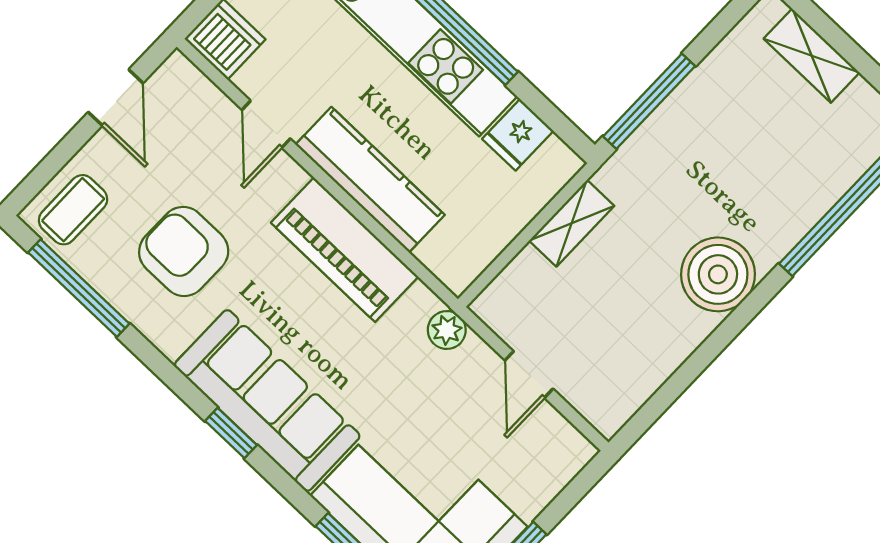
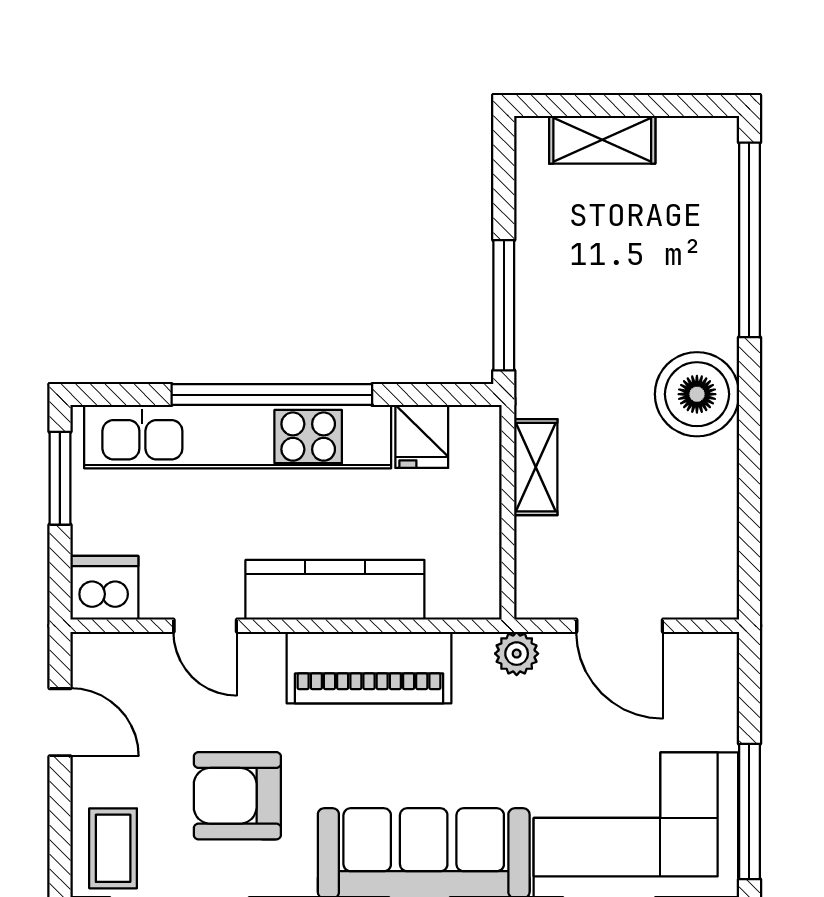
door: (529, 375) -> (620, 626), width x1.37

